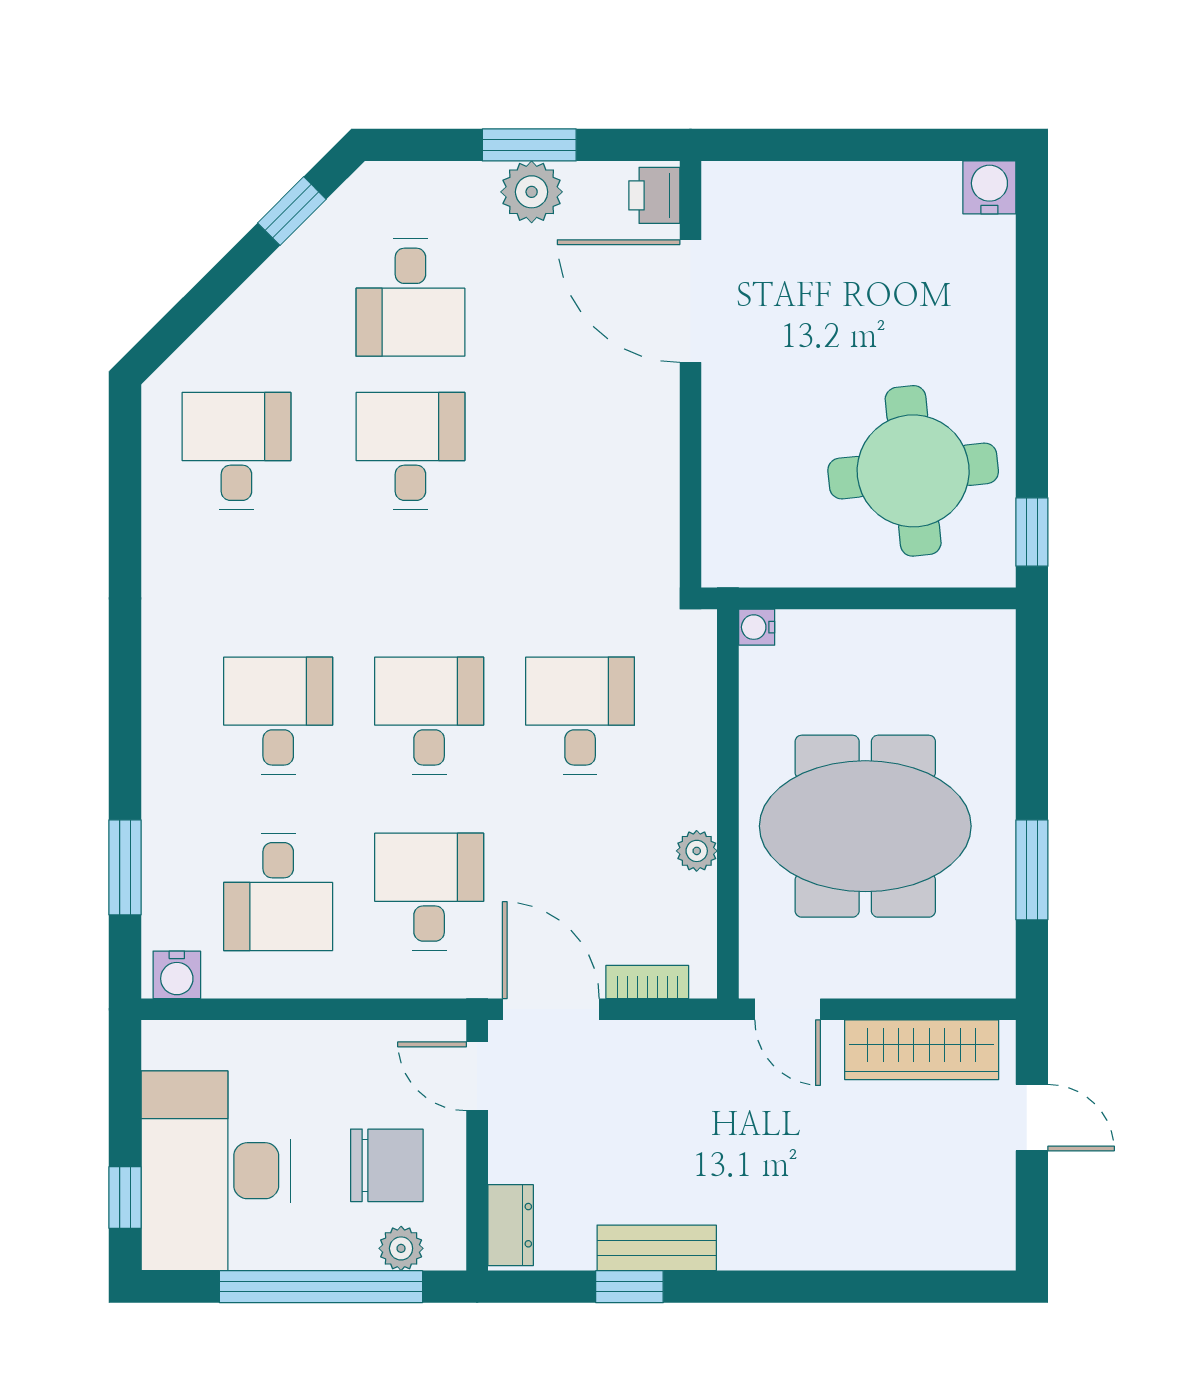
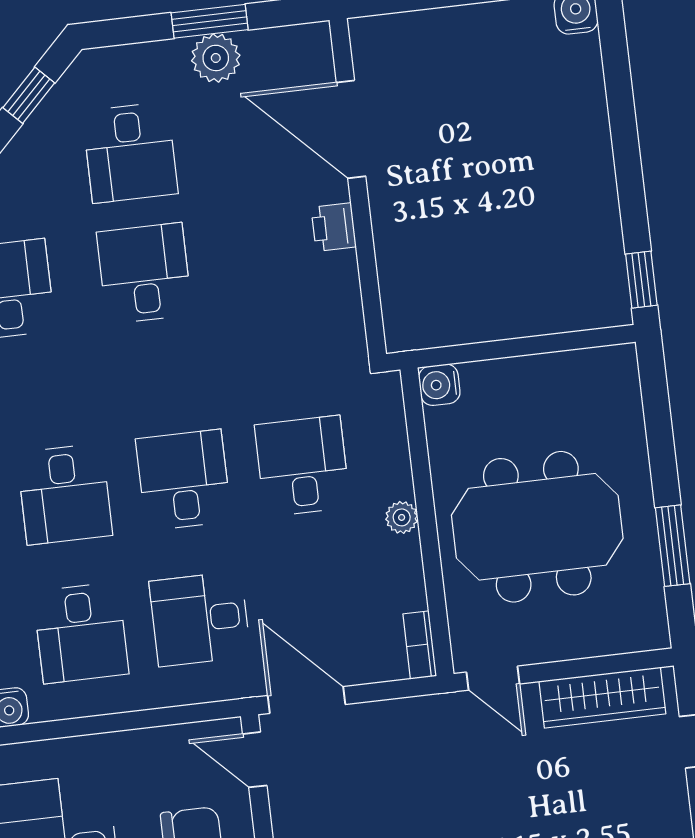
printer: (654, 195) -> (334, 227), moved
round table: (913, 471) -> (542, 242), removed
water cooler: (757, 627) -> (439, 385), width x1.38, depth x1.38
desk: (278, 716) -> (65, 494), turned 180
plant: (697, 851) -> (402, 517), moved
desk: (429, 892) -> (200, 619), turned -90
bookcase: (647, 982) -> (420, 645), moved, turned -90

